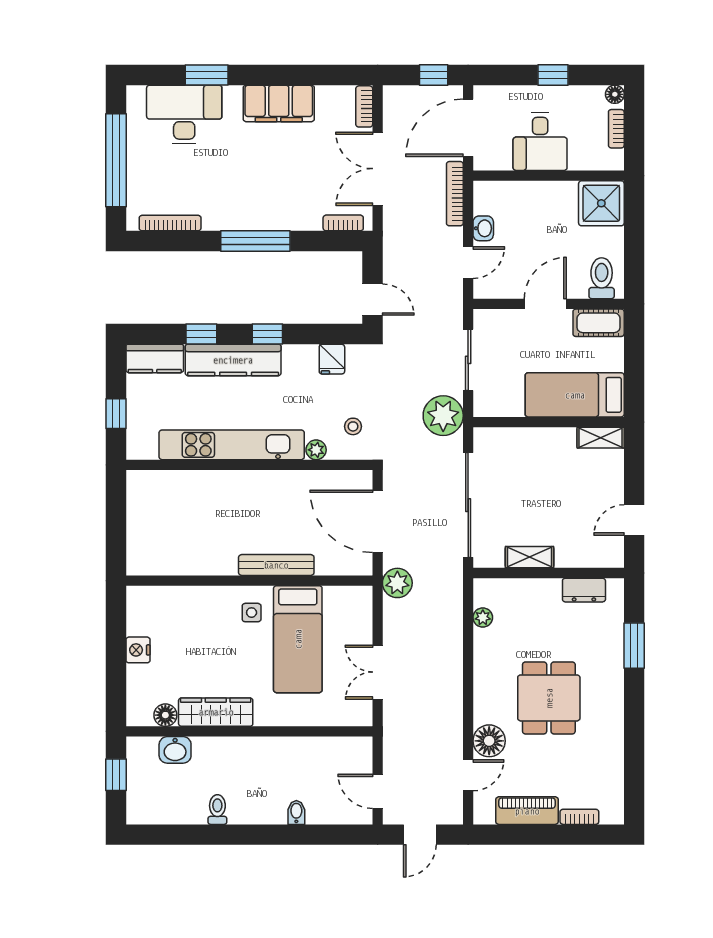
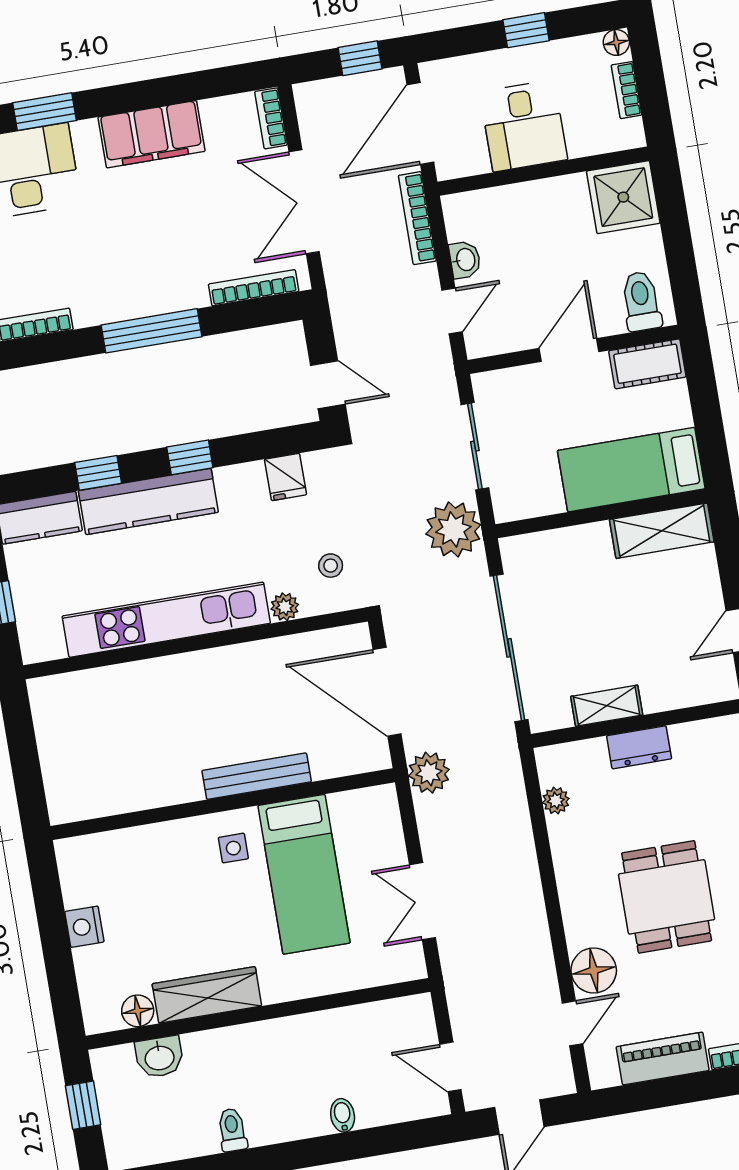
bookcase: (343, 223) -> (254, 288), width x1.56
shelving: (601, 438) -> (662, 531), width x1.50, depth x1.33
dresser: (584, 590) -> (639, 747), moved

